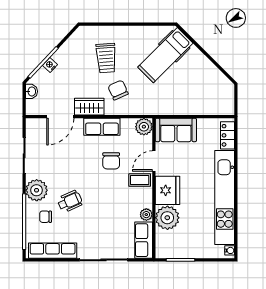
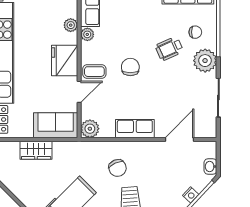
wardrobe: (89, 107) -> (36, 150), moved
chair: (111, 161) -> (130, 67), moved
plant: (167, 218) -> (71, 25), width x0.53, depth x0.53

